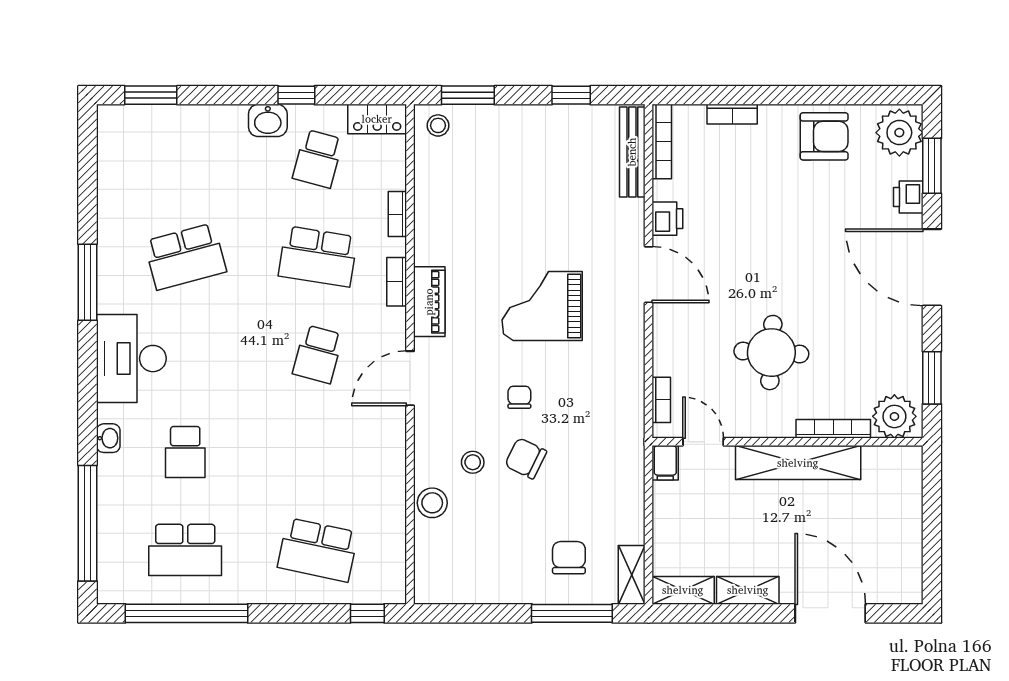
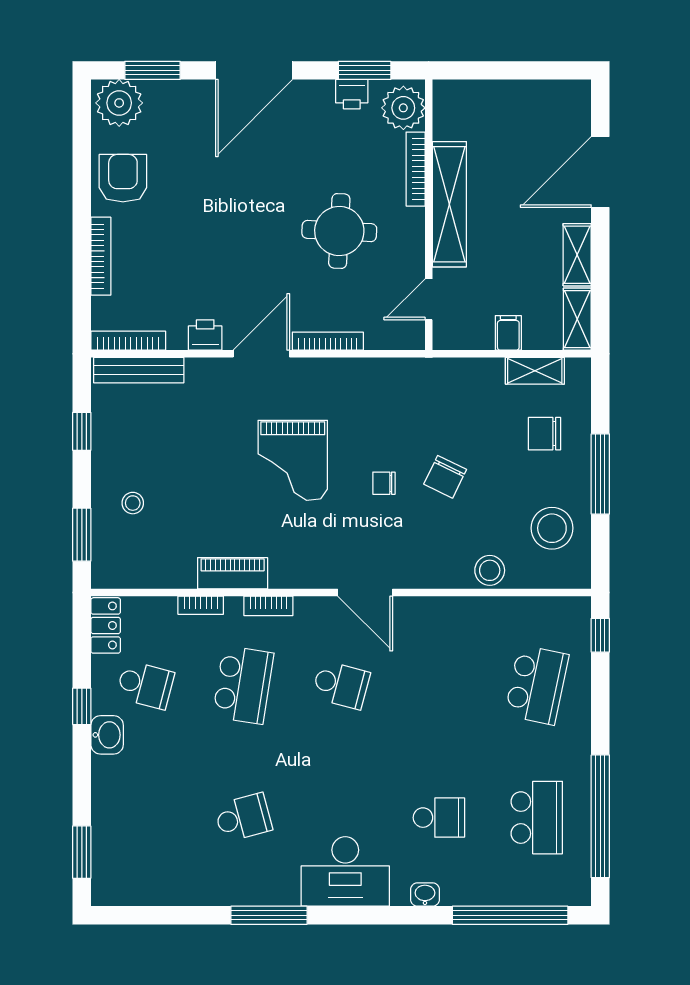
bookcase: (732, 114) -> (101, 256), width x1.56
stool: (438, 125) -> (133, 503), moved
printer: (908, 197) -> (352, 94), moved
school desk: (185, 256) -> (243, 818), width x0.54
piano: (429, 302) -> (233, 573), moved
bookcase: (661, 400) -> (328, 341), moved, width x1.56
stool: (473, 462) -> (552, 528), moved, width x1.89, depth x1.89
filing cabinet: (665, 463) -> (508, 333), moved, turned -90
shelving: (632, 575) -> (535, 371), moved
window: (572, 613) -> (600, 474), moved

